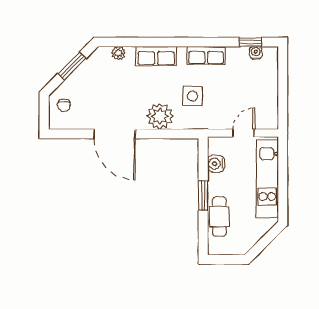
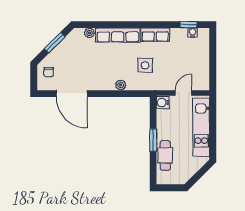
row of seats: (156, 56) -> (118, 35), width x1.48
plant: (160, 116) -> (121, 85), width x0.53, depth x0.53
door: (114, 134) -> (72, 94), moved
water cooler: (216, 164) -> (163, 103), moved

